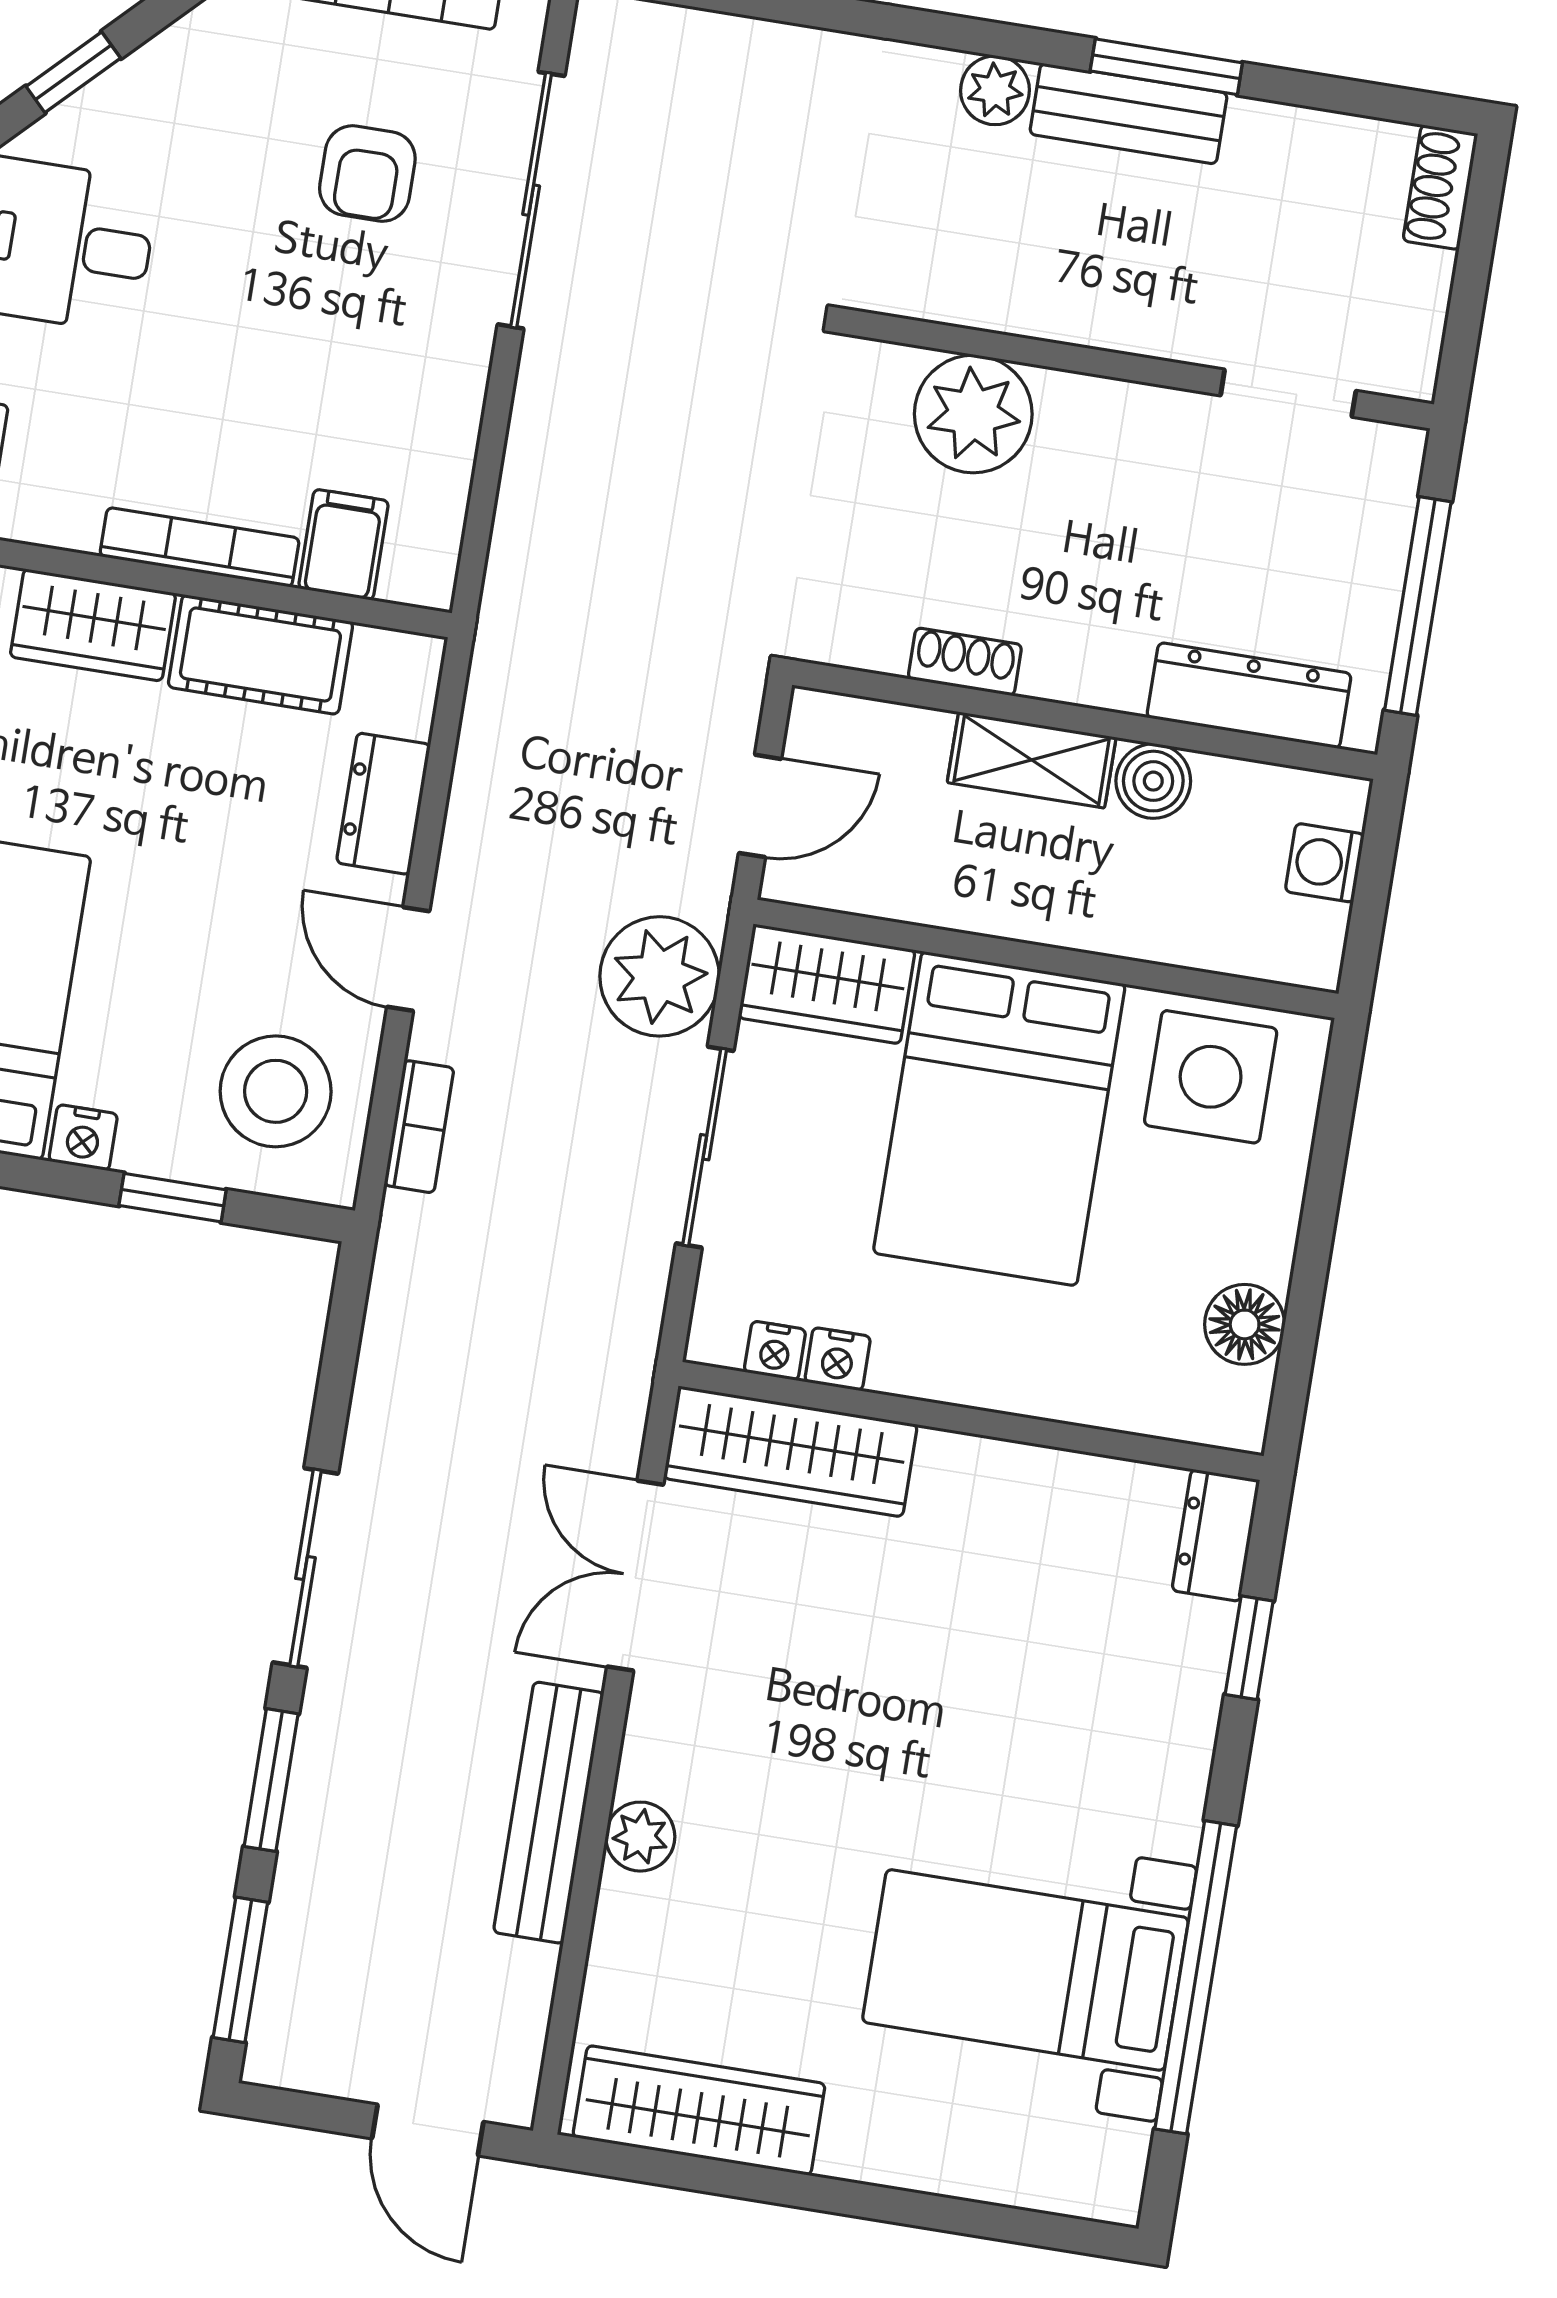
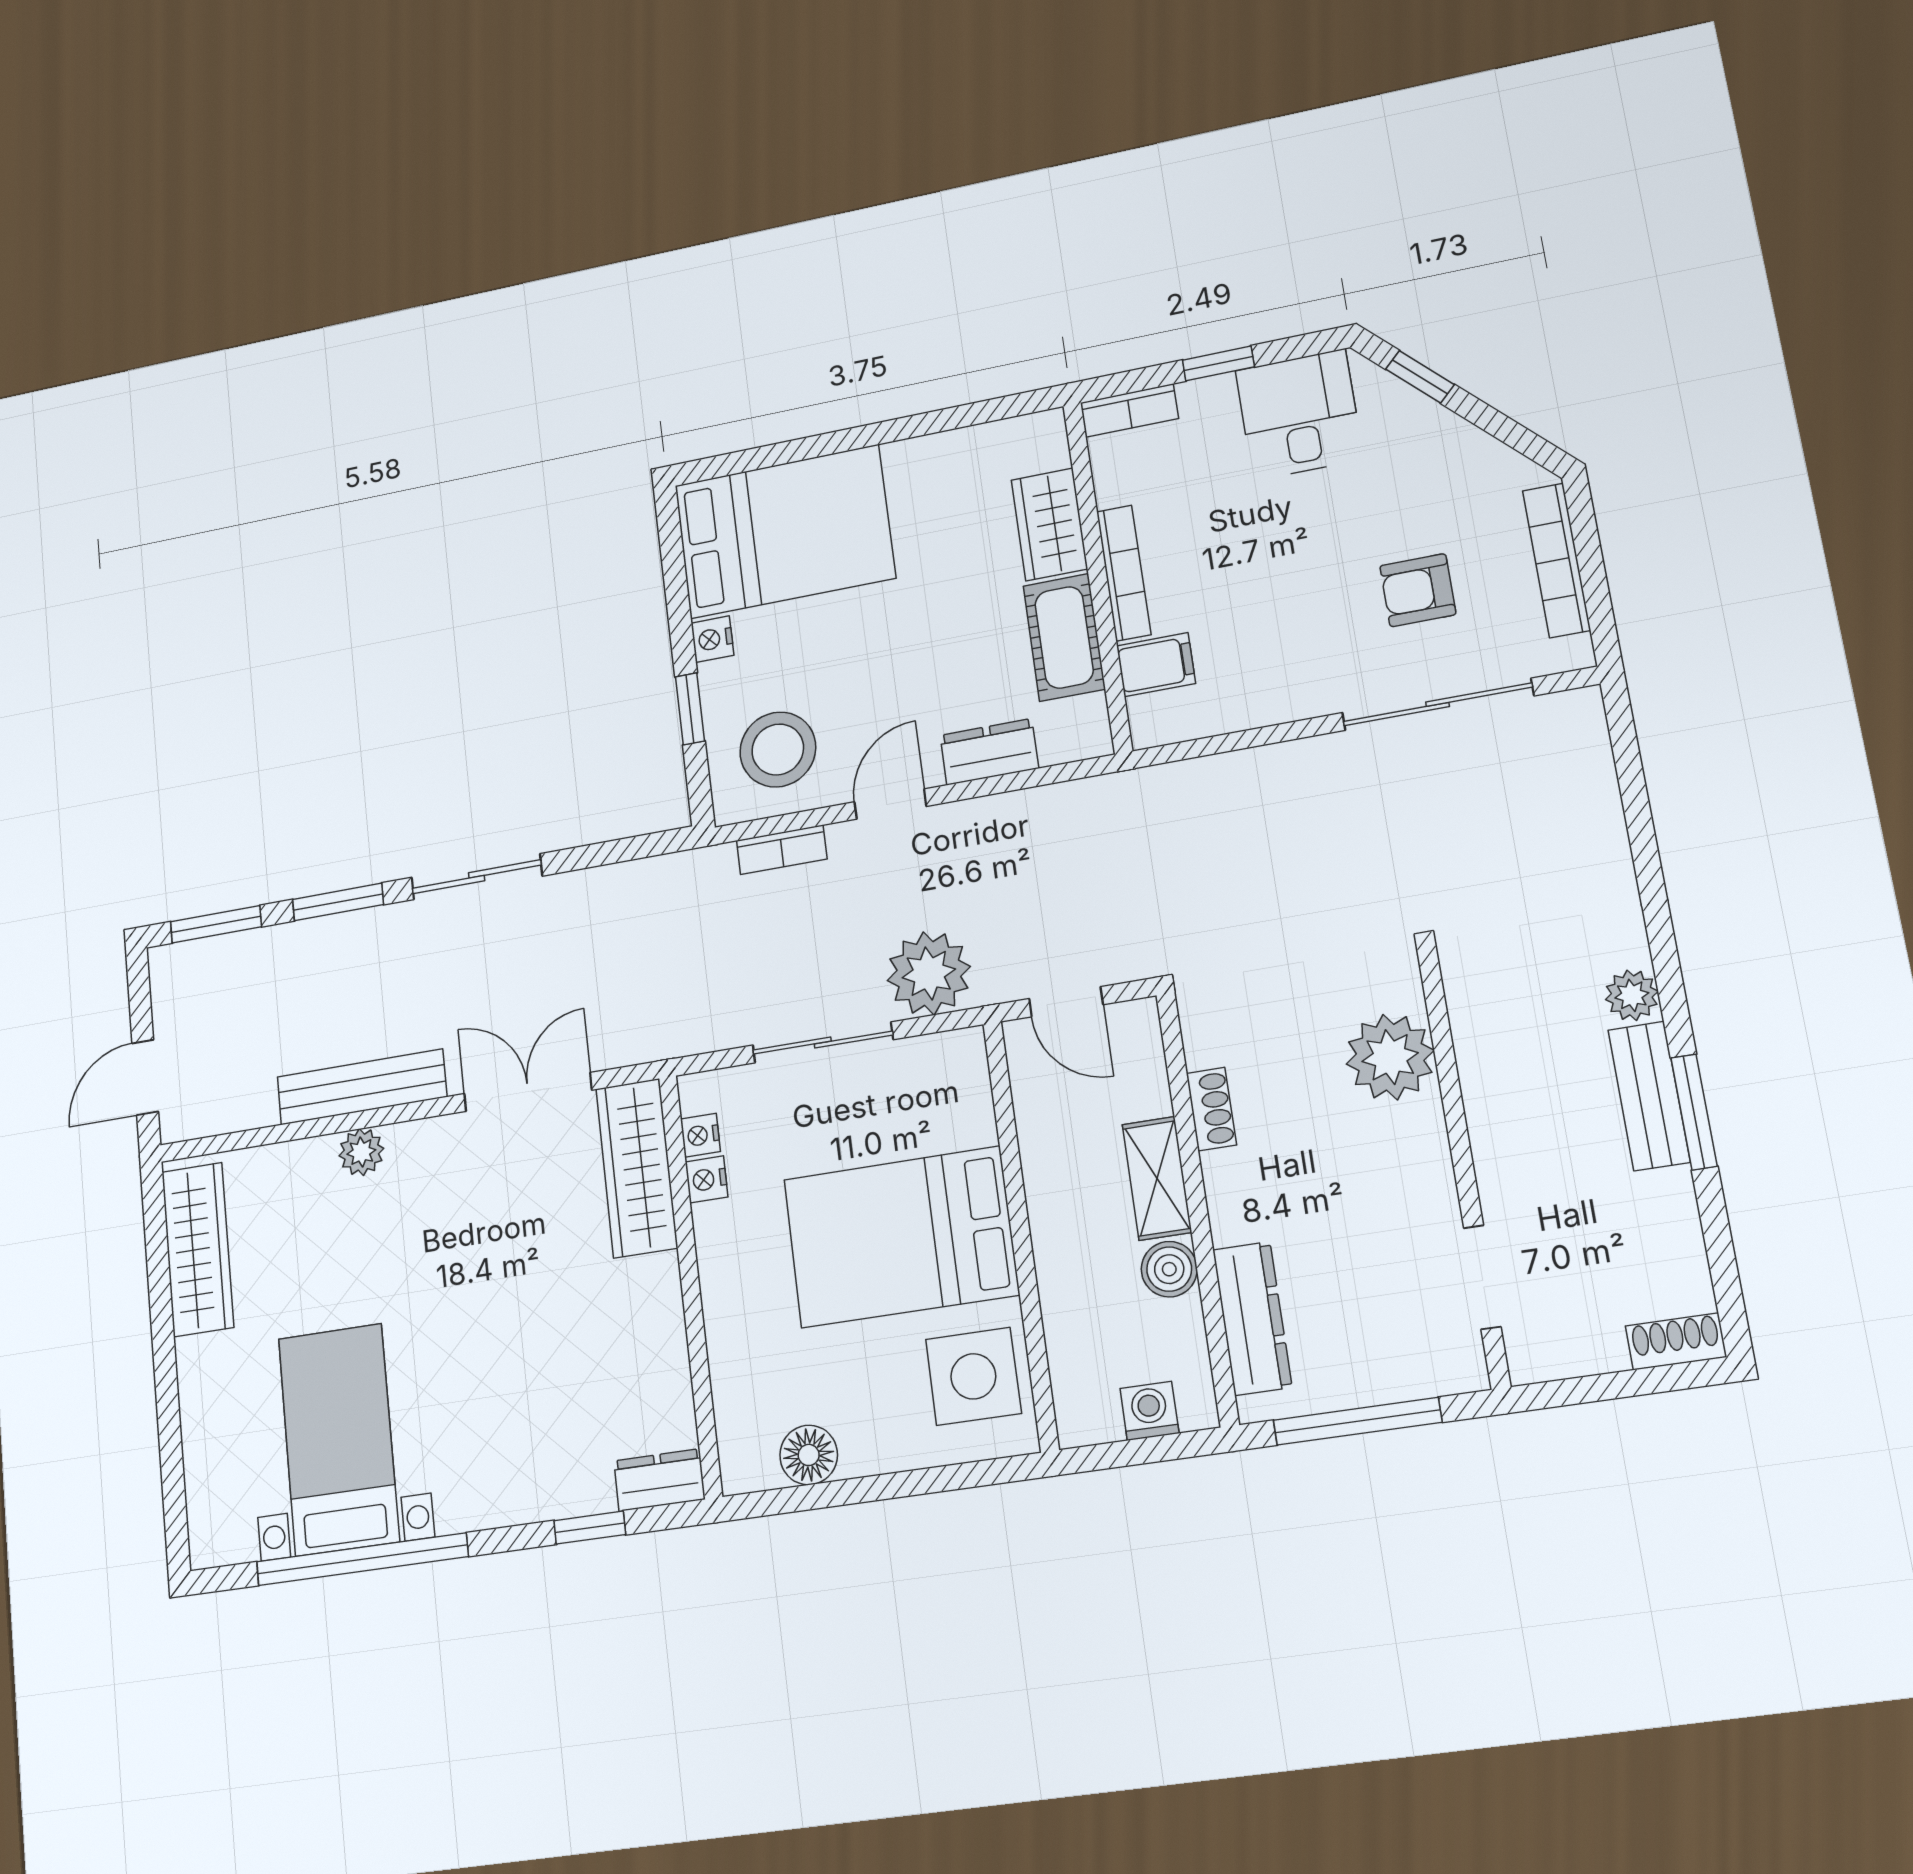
wardrobe: (827, 984) -> (958, 1088), removed

